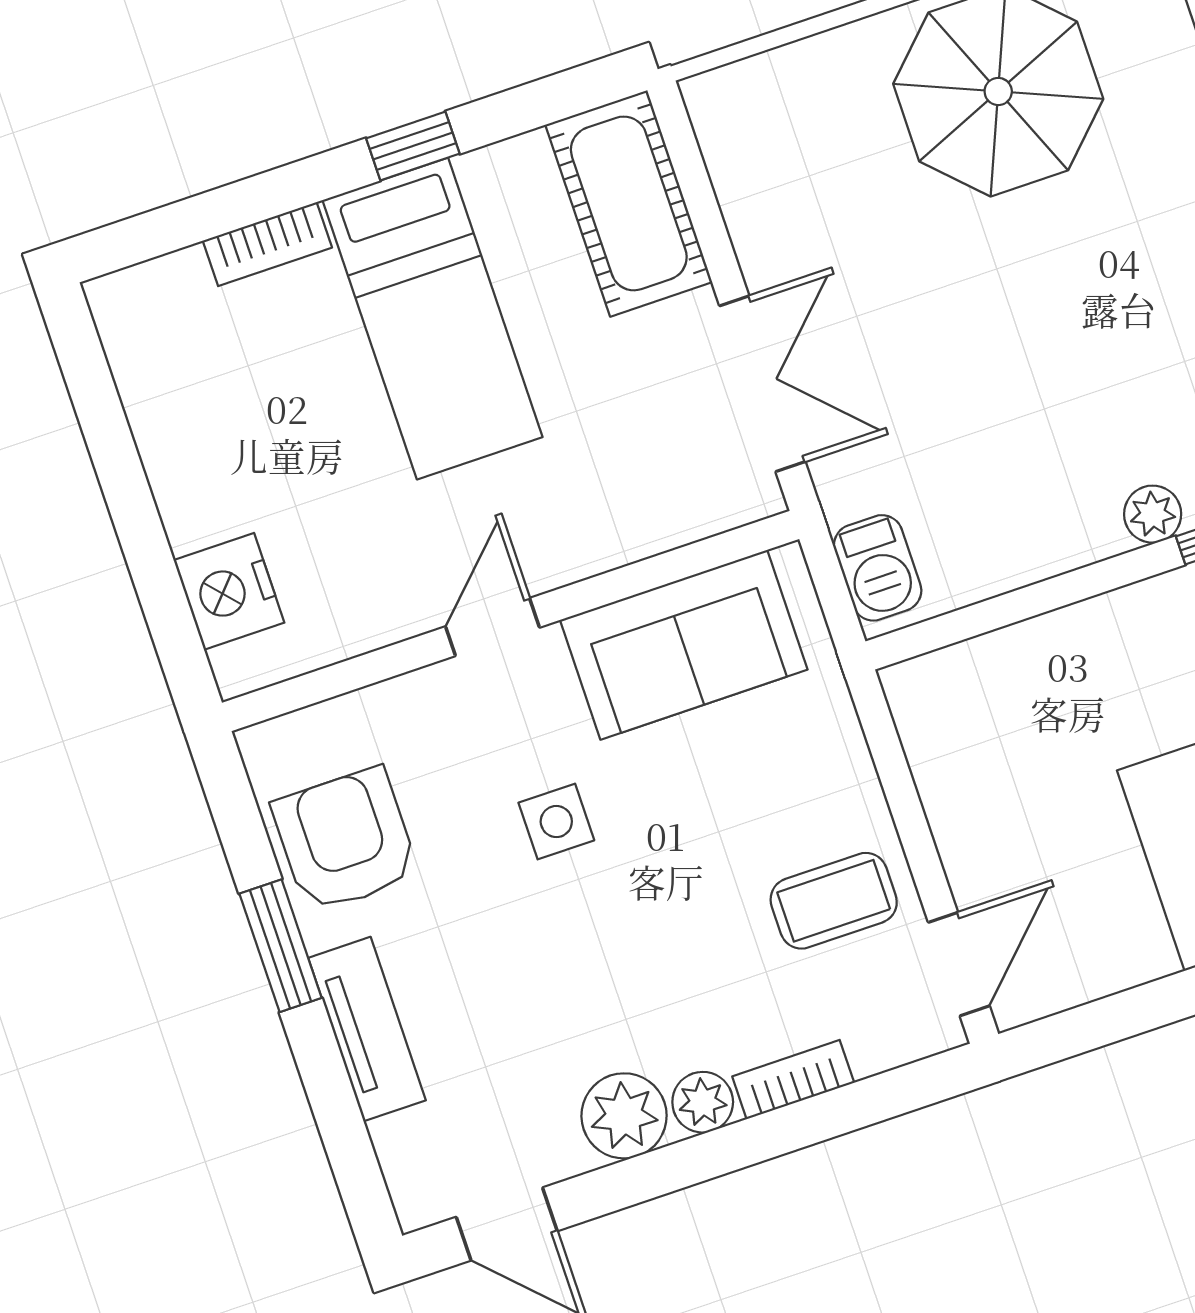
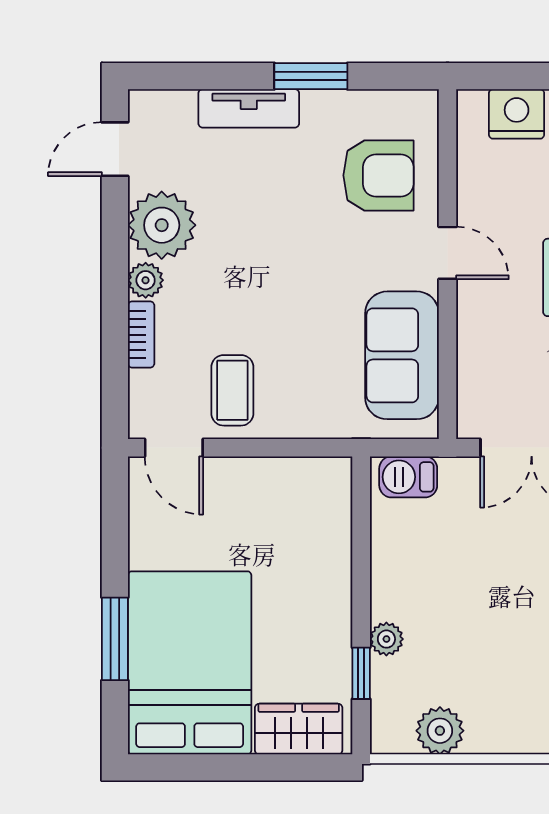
side table: (556, 822) -> (328, 252), removed
armchair: (345, 840) -> (378, 175), moved
plant: (624, 1116) -> (162, 225), width x1.36, depth x1.36

